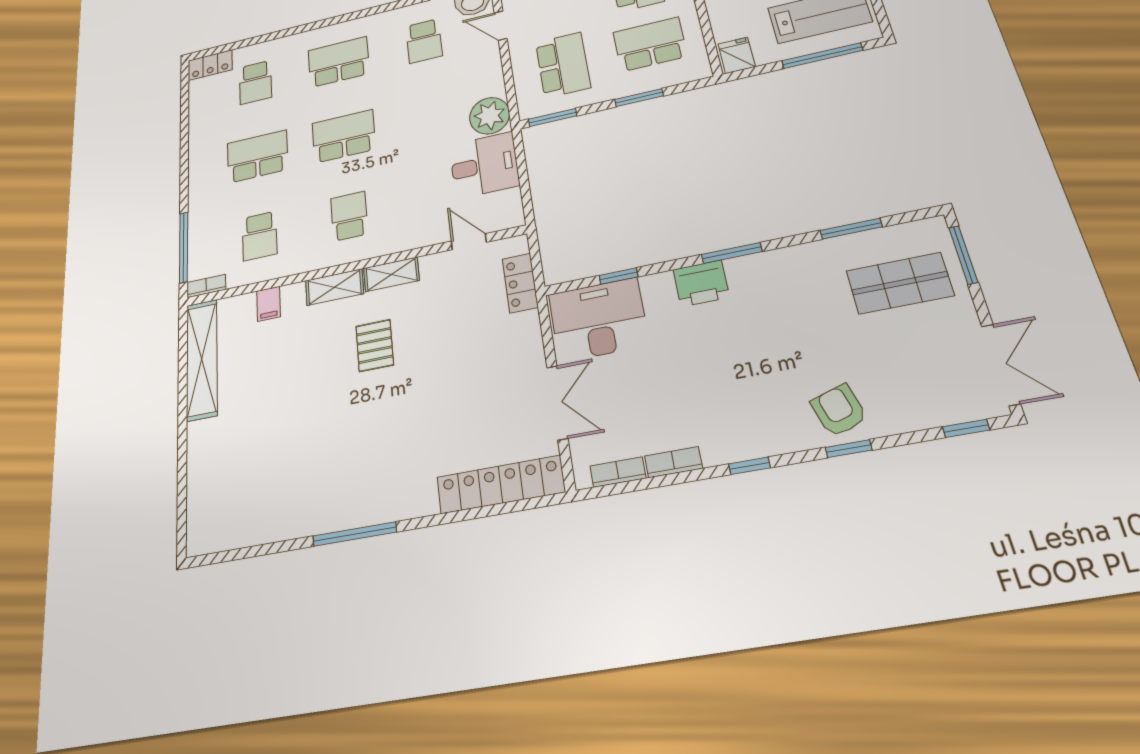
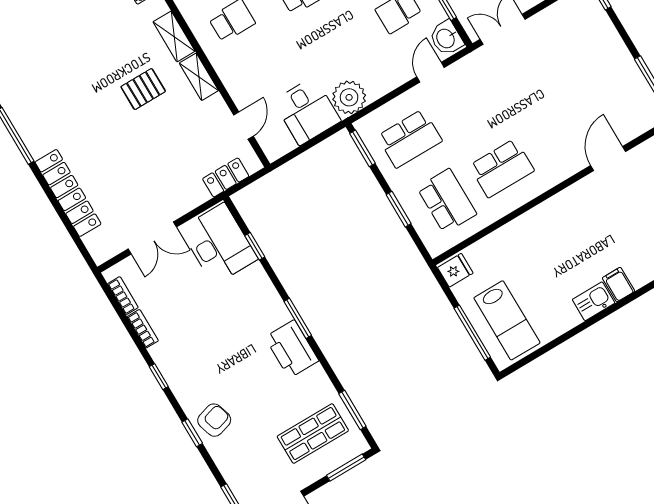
window: (851, 229) -> (352, 410), moved
printer: (701, 283) -> (292, 349), moved, width x1.37, depth x1.19
shop shelf: (900, 283) -> (313, 434), turned 90
locker: (501, 485) -> (68, 193), moved

